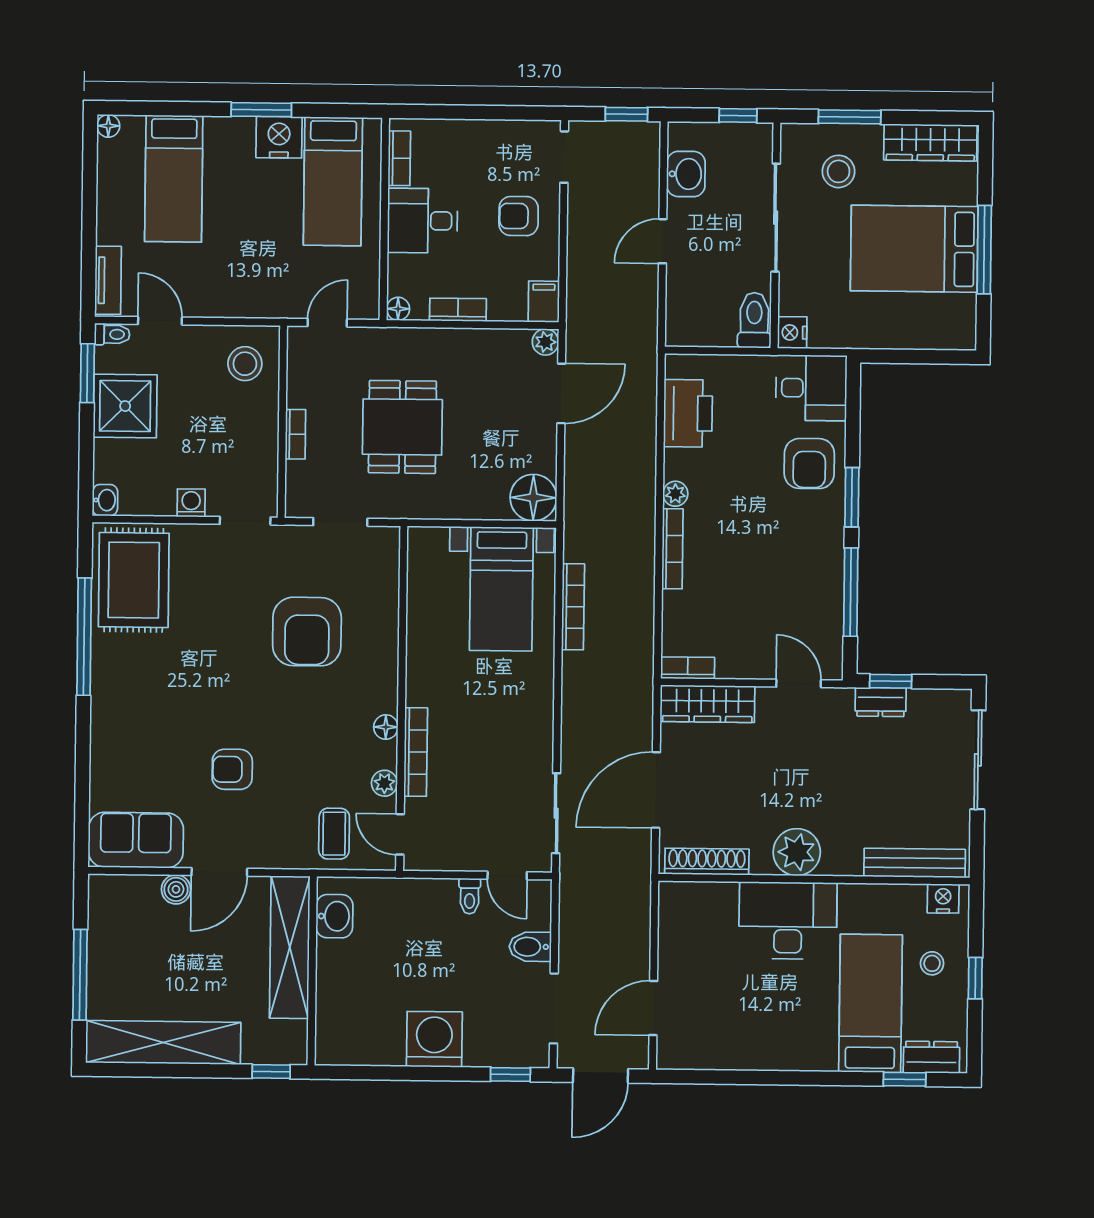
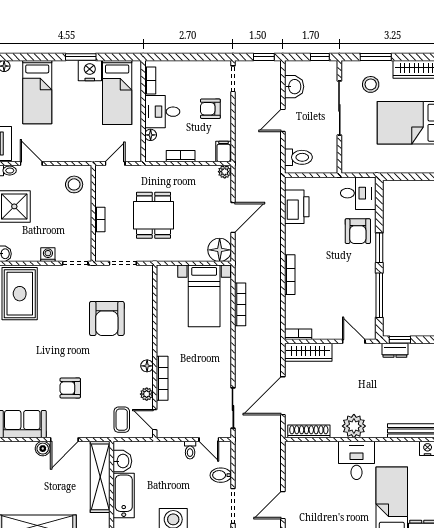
floor lamp: (398, 309) -> (151, 135), moved
toilet: (754, 320) -> (298, 157), moved, turned 90
nightstand: (792, 333) -> (348, 165), removed
door: (561, 393) -> (233, 217), moved
plant: (675, 494) -> (291, 247), removed
desk: (788, 921) -> (356, 460), width x0.73
stool: (932, 963) -> (422, 481), removed
bathtub: (336, 985) -> (124, 495), added

